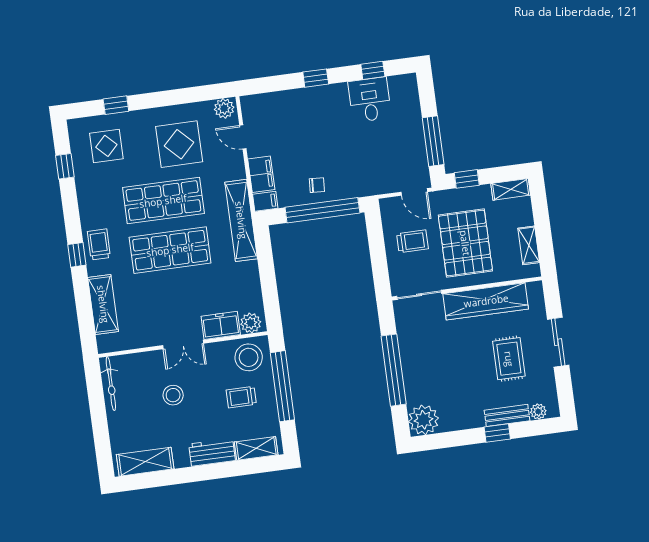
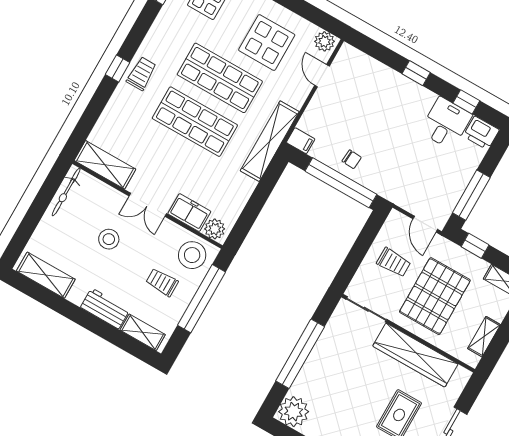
printer: (403, 86) -> (481, 133), added
filing cabinet: (261, 174) -> (314, 117), removed
shelving: (103, 304) -> (105, 165), moved, turned 90

